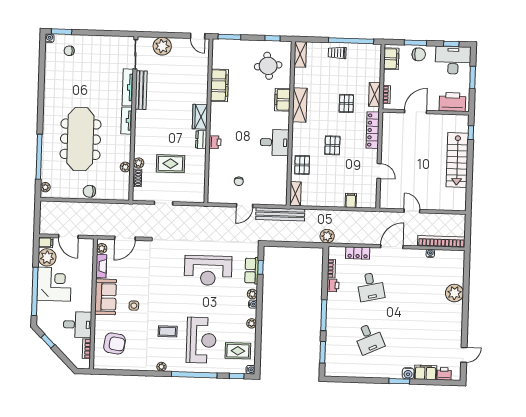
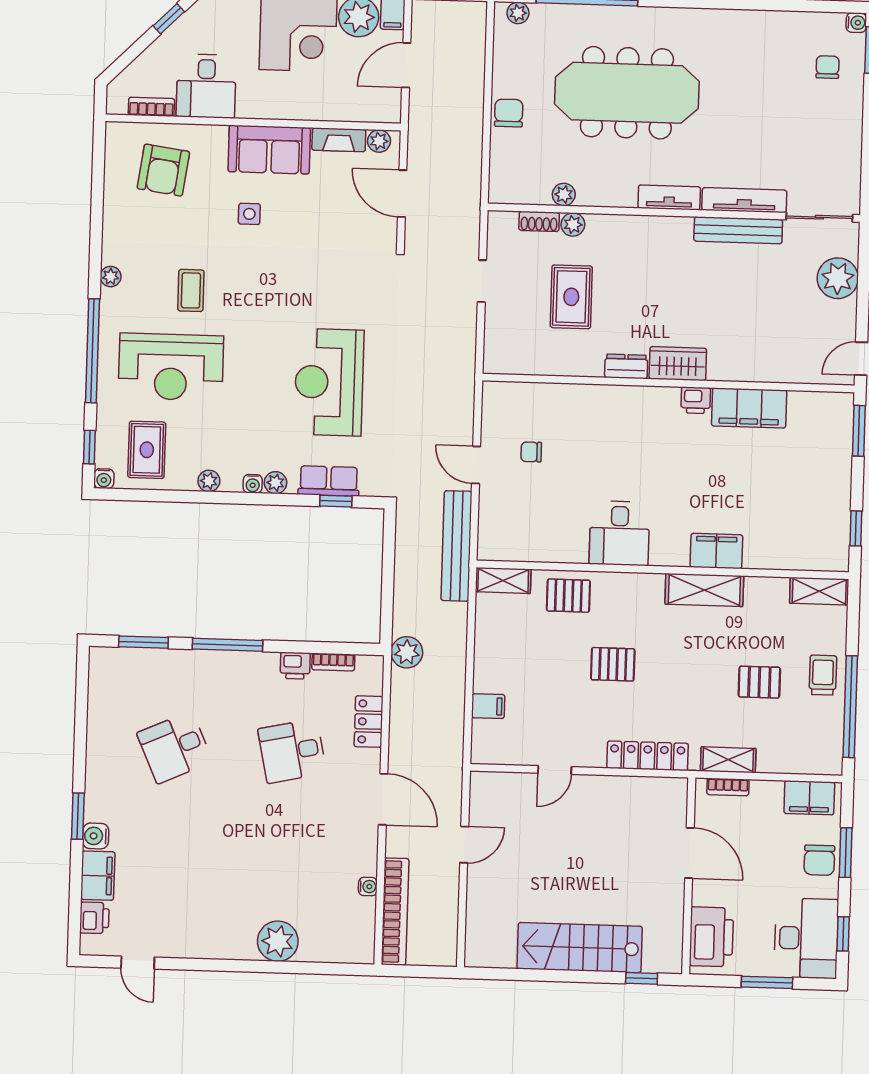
round table: (268, 66) -> (793, 518), removed
pallet: (346, 103) -> (759, 682), moved
printer: (215, 142) -> (696, 400), moved

